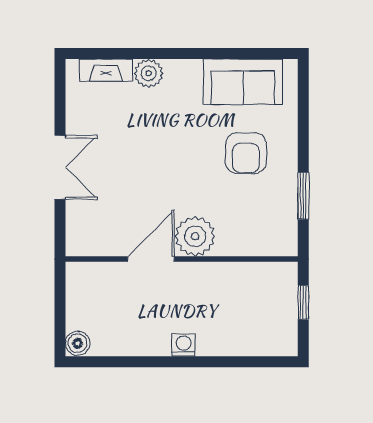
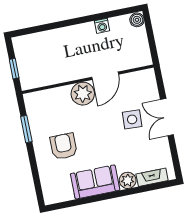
sofa: (243, 82) -> (95, 182), moved
side table: (120, 175) -> (132, 119), added
washing machine: (184, 345) -> (102, 26), moved

